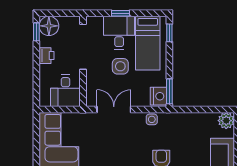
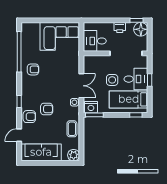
double door: (114, 110) -> (81, 86), moved
coffee table: (189, 123) -> (72, 129), added

